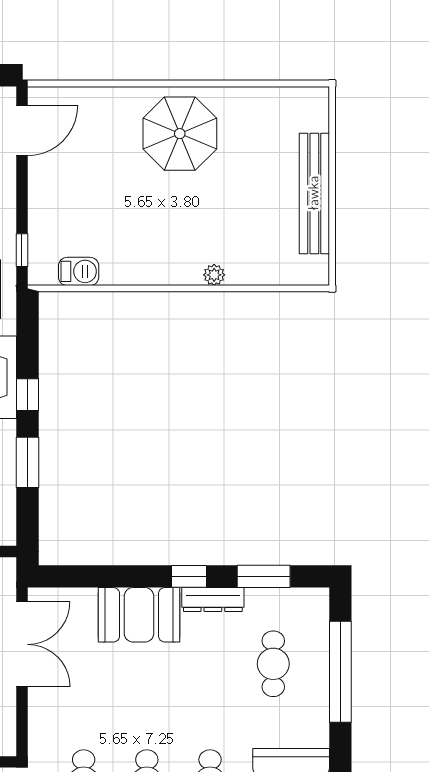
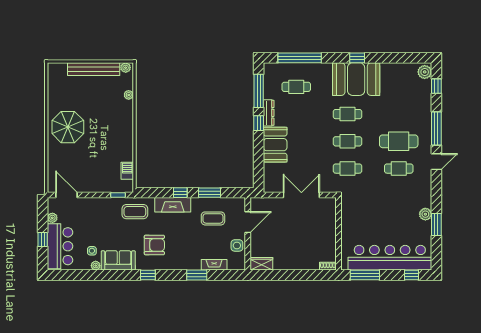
plant: (318, 268) -> (126, 68), added
plant: (214, 275) -> (129, 95), moved
window: (264, 576) -> (259, 91), width x1.44
double door: (22, 644) -> (301, 195), moved

